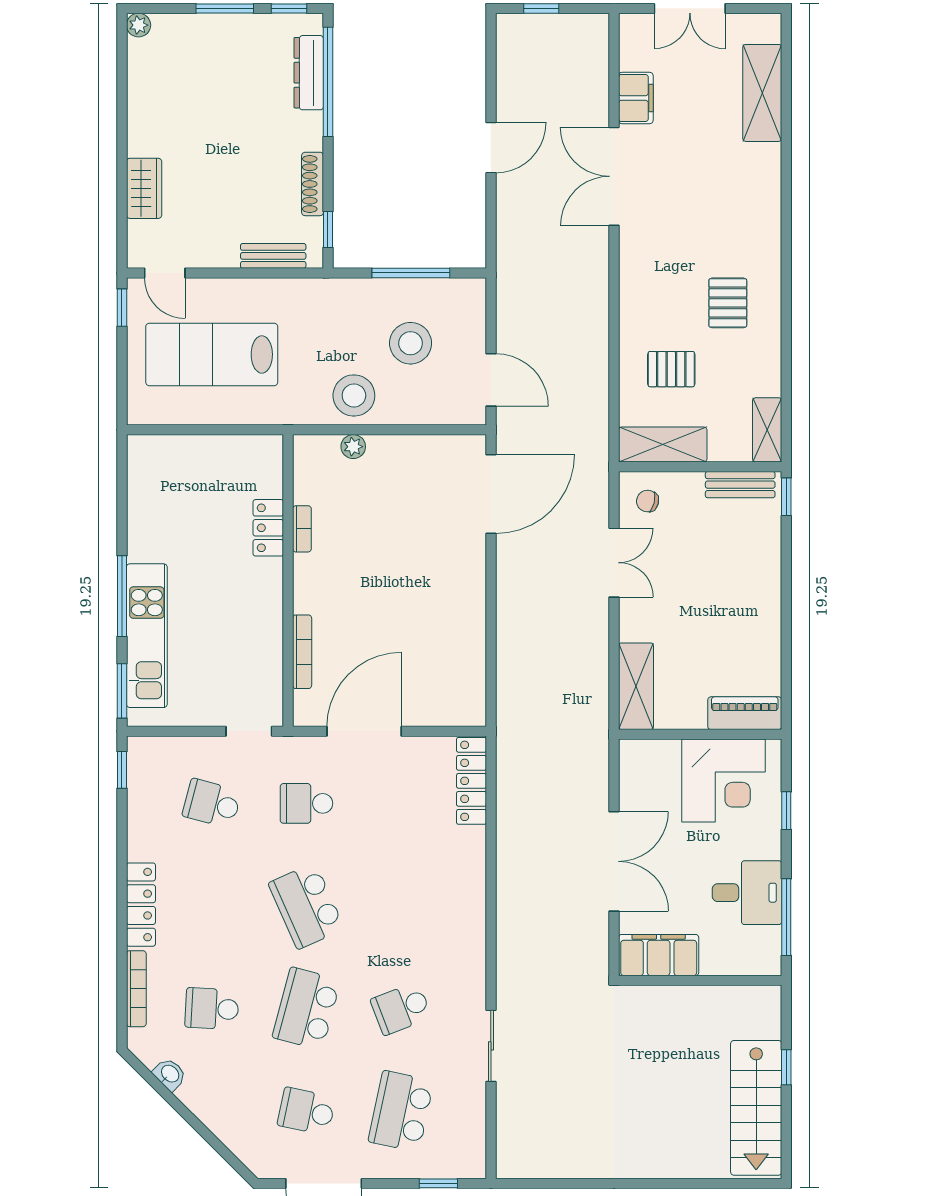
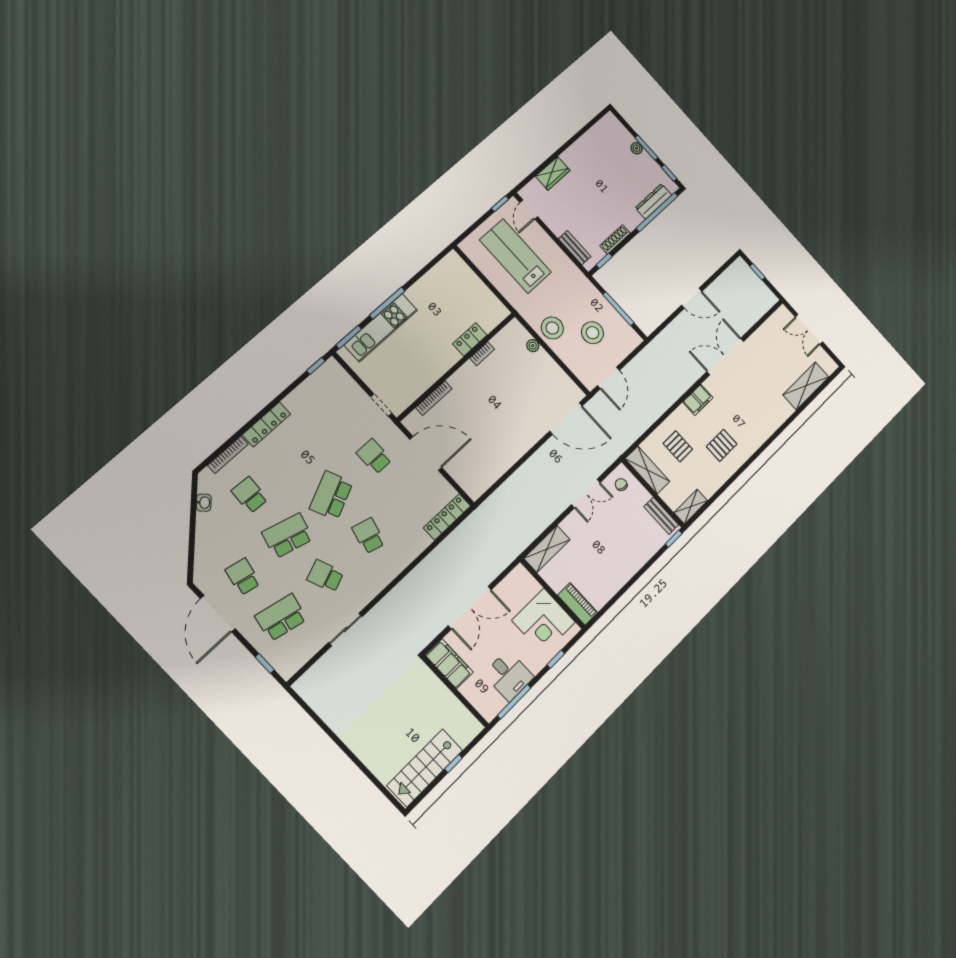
plant: (139, 25) -> (637, 148), moved
filing cabinet: (636, 98) -> (698, 400), moved
school desk: (212, 803) -> (369, 536), moved

